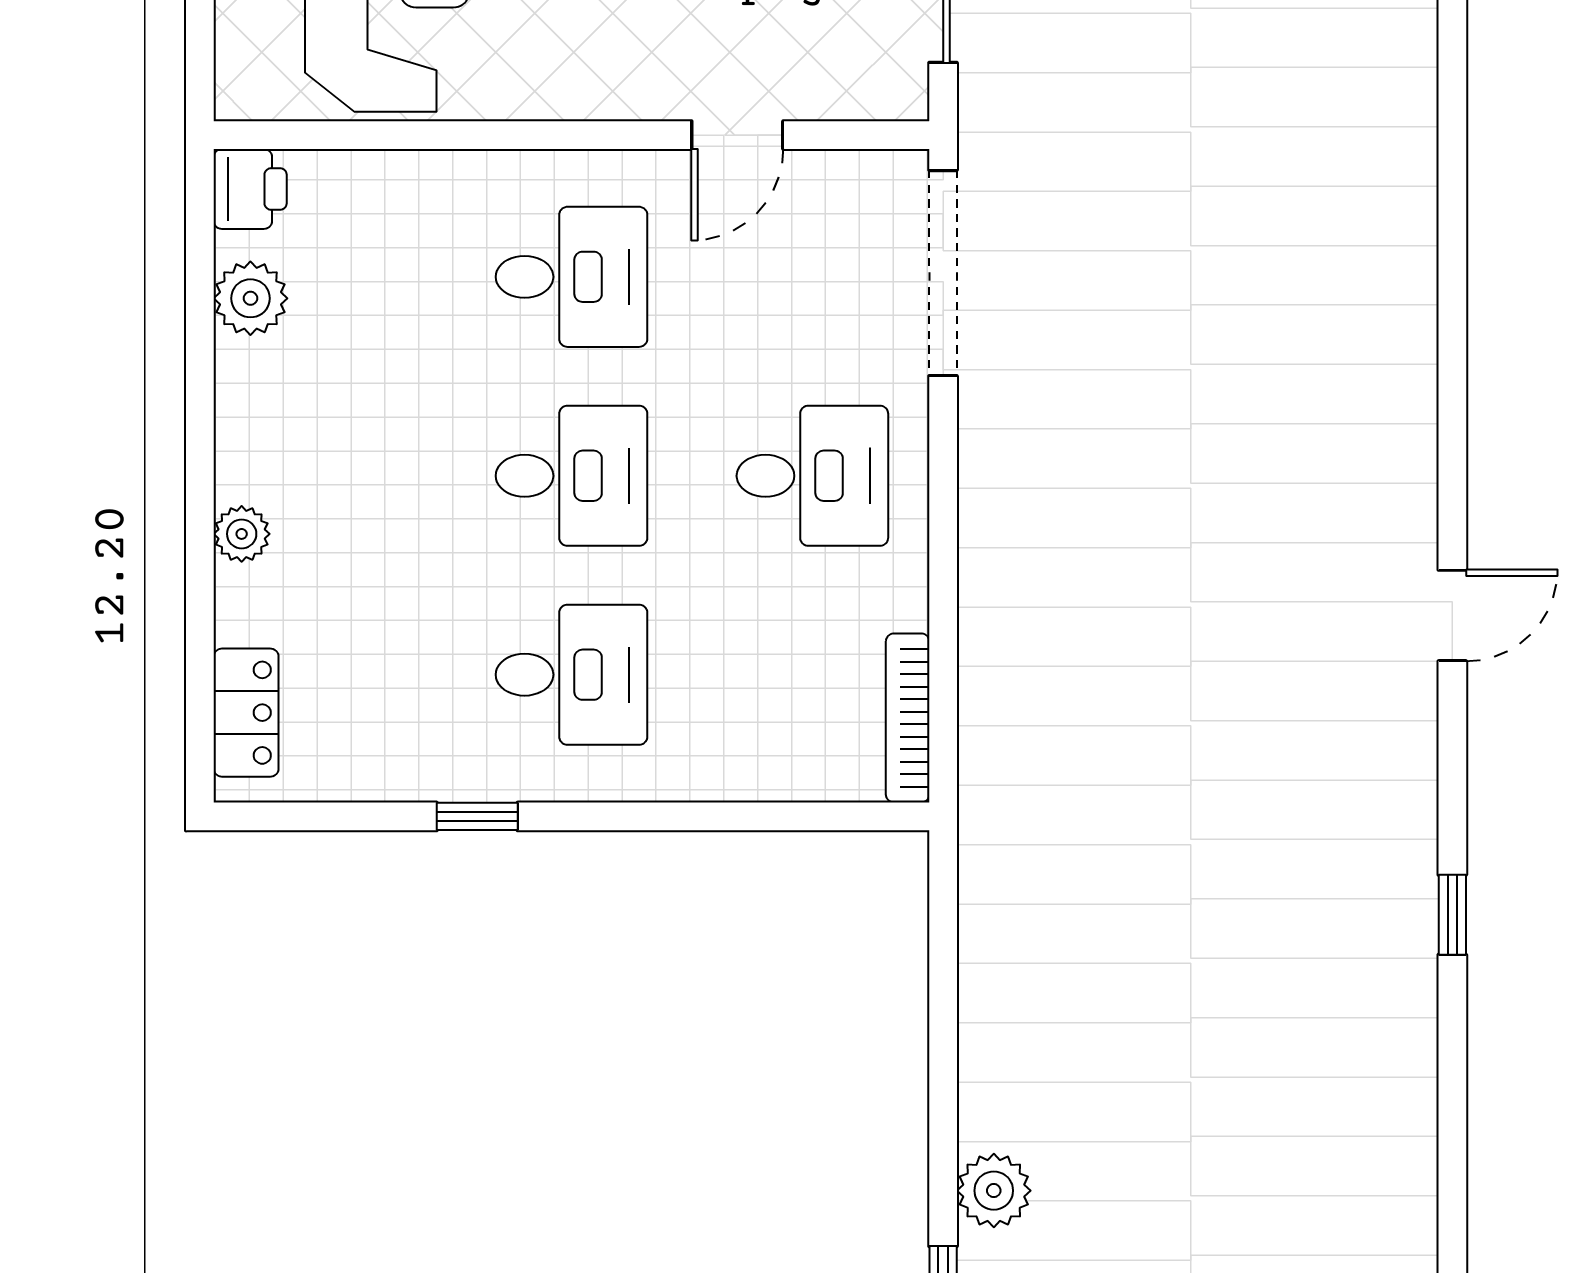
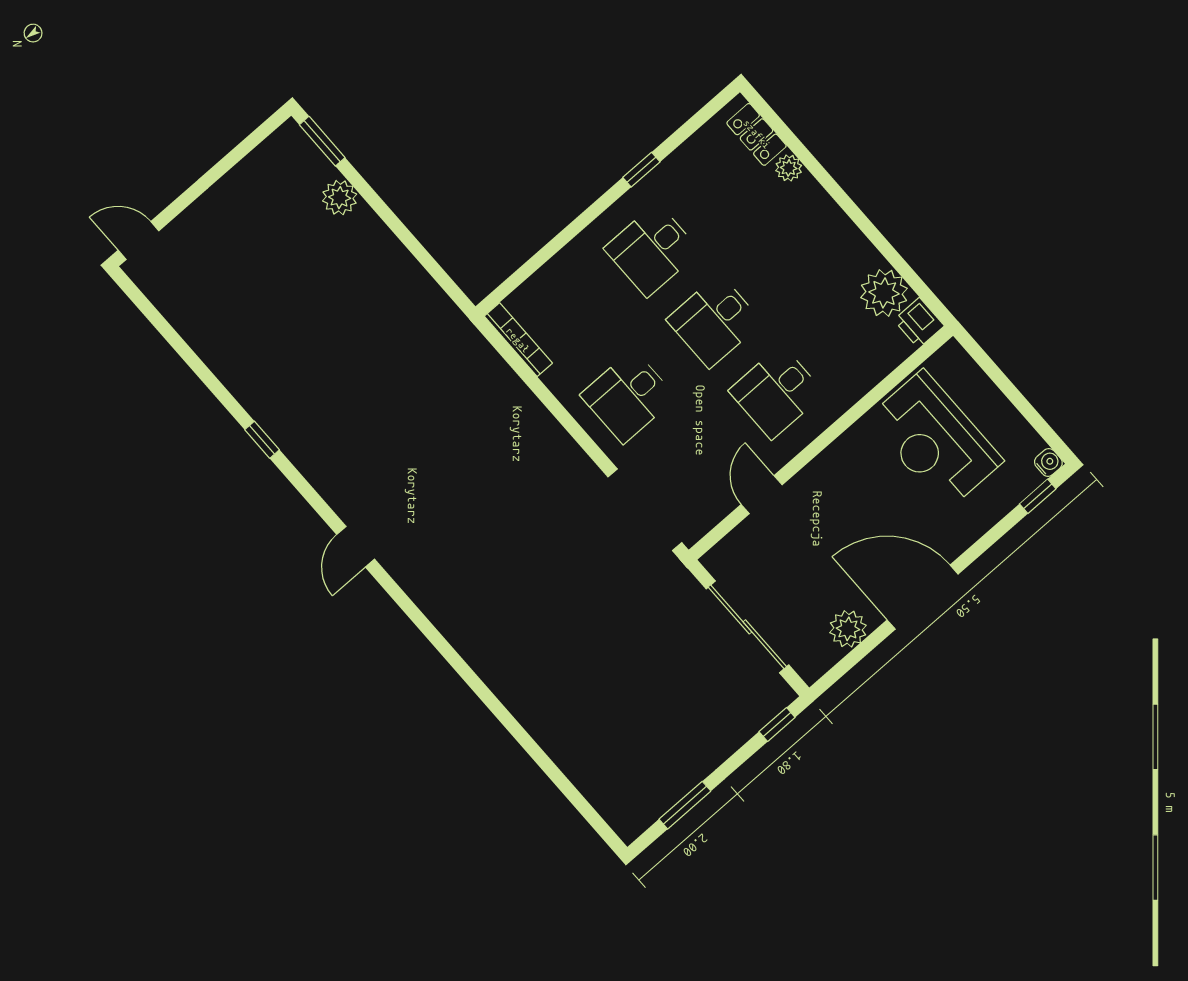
plant: (250, 298) -> (884, 293), width x1.36, depth x1.36
plant: (242, 534) -> (789, 168), moved

